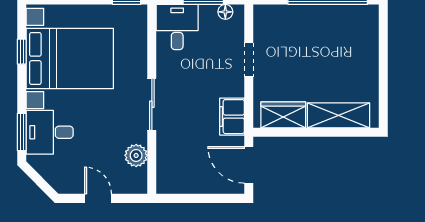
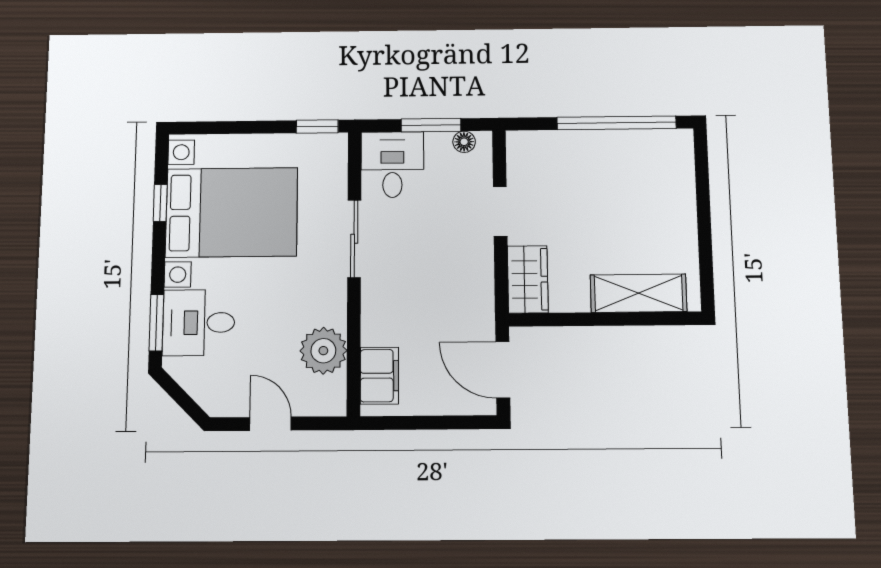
sliding door: (152, 104) -> (354, 239), moved
wardrobe: (283, 115) -> (528, 279), moved, turned 90
filing cabinet: (232, 117) -> (379, 376), moved, turned 180
plant: (136, 155) -> (323, 351), width x1.36, depth x1.36

